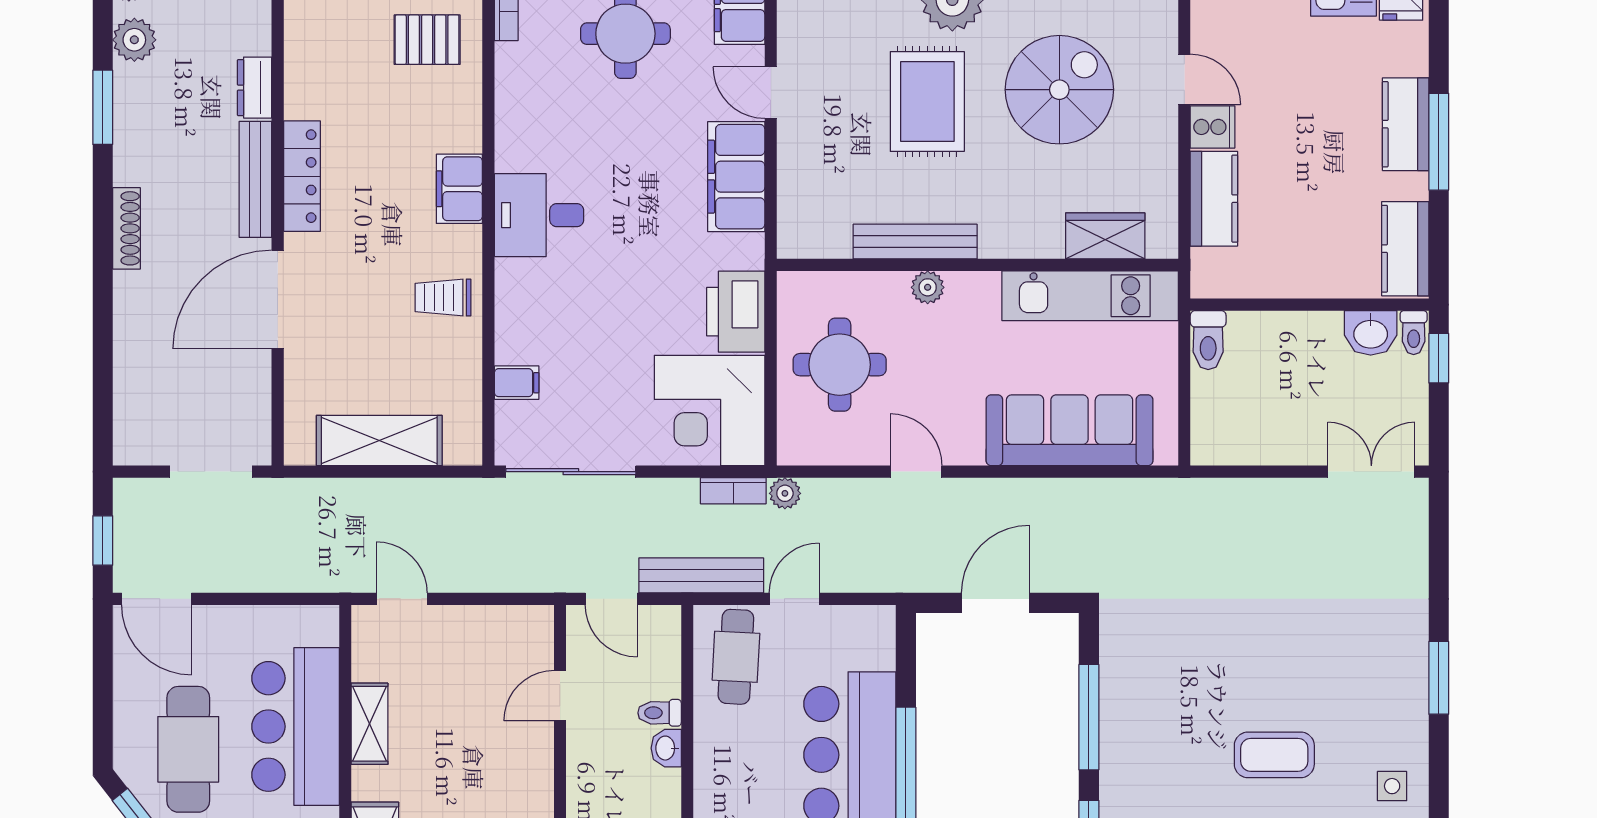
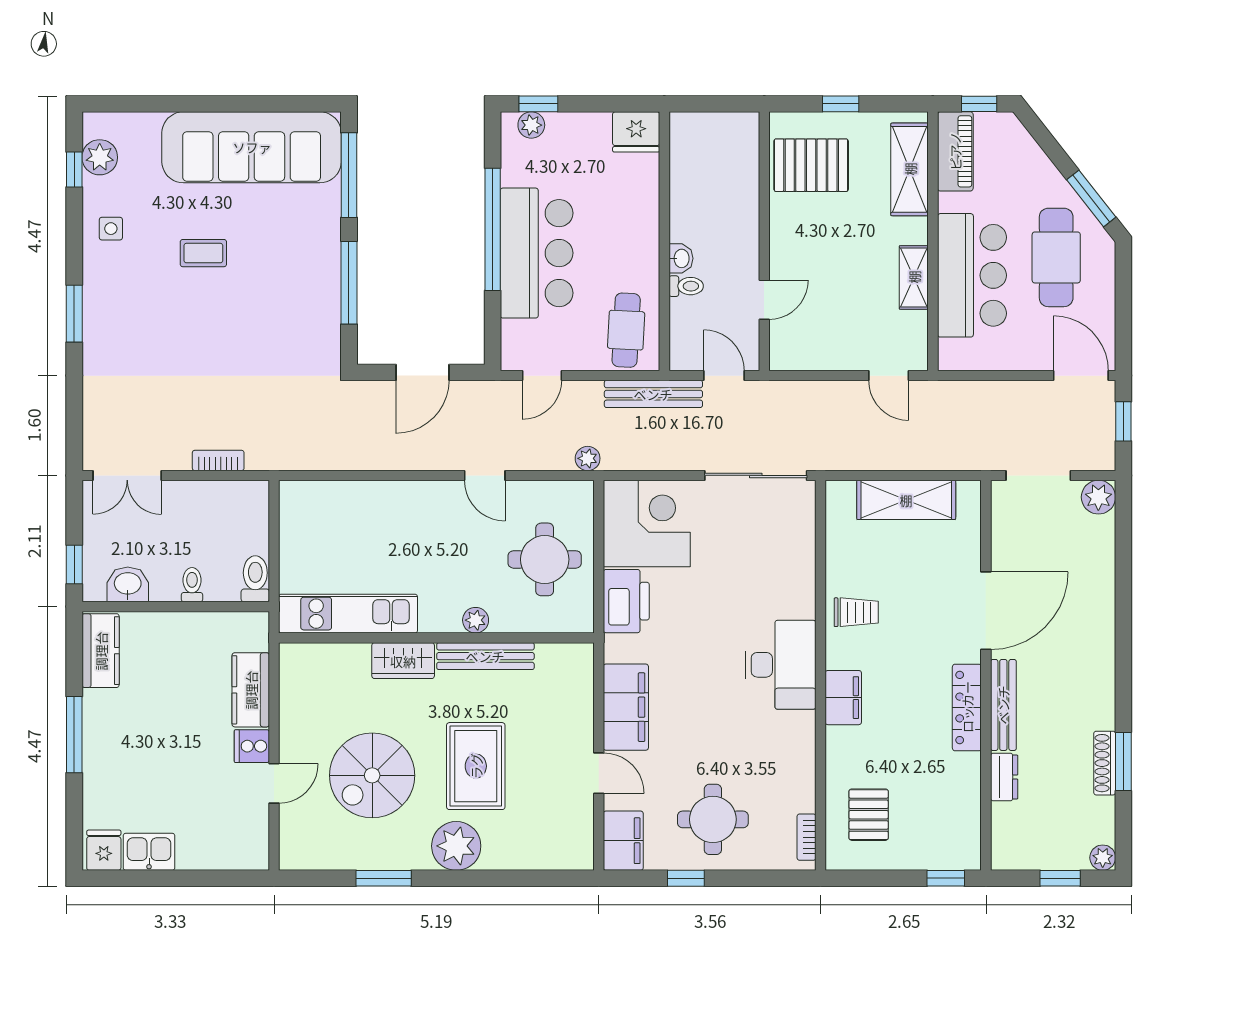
plant: (134, 40) -> (1098, 497), moved
pallet: (427, 40) -> (869, 815), turned 90
door: (1184, 79) -> (274, 783), swing flipped
kitchen counter: (1406, 124) -> (100, 748), removed
desk: (539, 215) -> (781, 665), width x1.37
shoe rack: (126, 228) -> (1105, 763), moved
wardrobe: (1105, 236) -> (403, 661), moved
toilet: (1414, 333) -> (192, 585), moved
filing cabinet: (517, 383) -> (798, 545), removed
sofa: (1069, 430) -> (364, 508), removed
bookcase: (733, 491) -> (218, 460), moved
door: (794, 599) -> (542, 376), moved
coffee table: (1274, 755) -> (203, 253), width x0.73, depth x0.77

